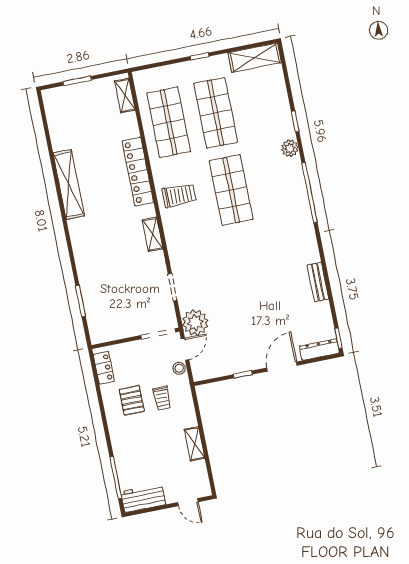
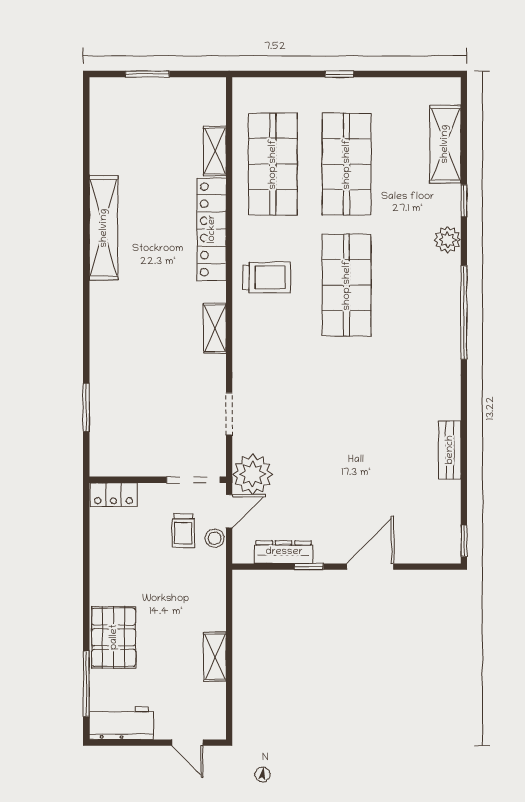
shelving: (255, 58) -> (445, 144), moved, turned 90
shelving: (125, 96) -> (215, 151), moved
dresser: (319, 349) -> (284, 552), moved
locker: (104, 368) -> (113, 495), moved, turned 90
trolley: (162, 398) -> (183, 531), moved
pallet: (132, 400) -> (114, 637), moved, width x1.50, depth x1.42

